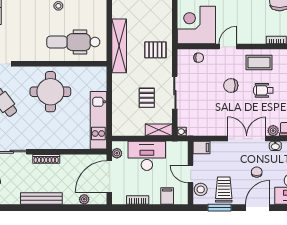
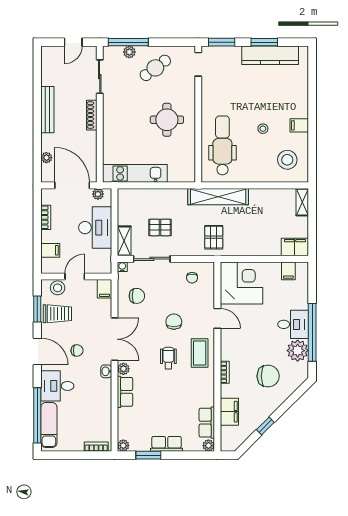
chair: (199, 58) -> (192, 278), moved
round table: (50, 92) -> (167, 120), width x0.73, depth x0.73
sliding door: (175, 93) -> (152, 259), moved
chair: (208, 119) -> (137, 296), added

